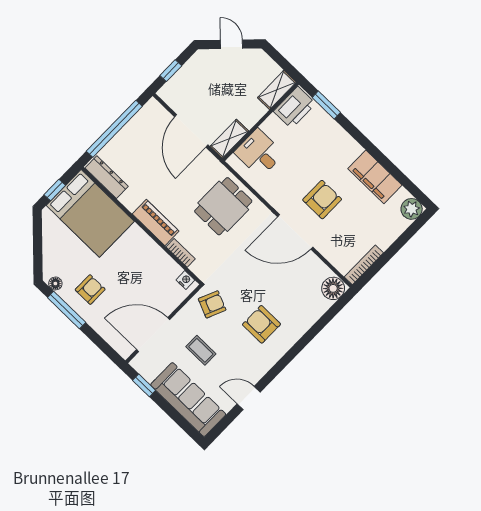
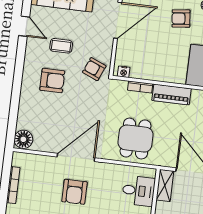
bookcase: (364, 265) -> (13, 185), moved
armchair: (90, 290) -> (181, 19), turned 84
armchair: (212, 304) -> (94, 69), turned 90
coffee table: (201, 350) -> (61, 46), moved
door: (249, 398) -> (24, 26), hinge flipped

